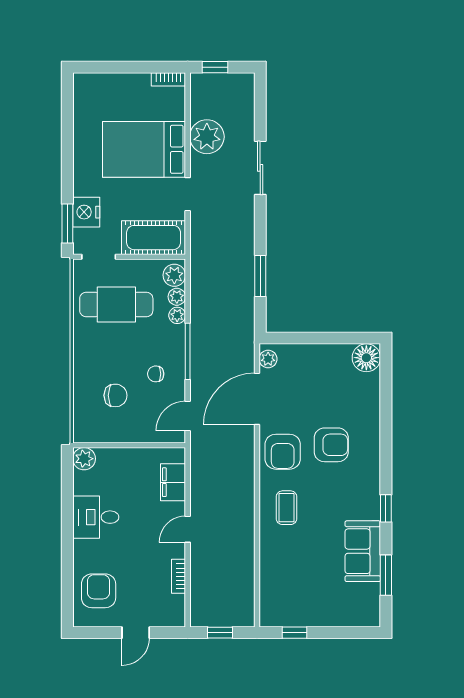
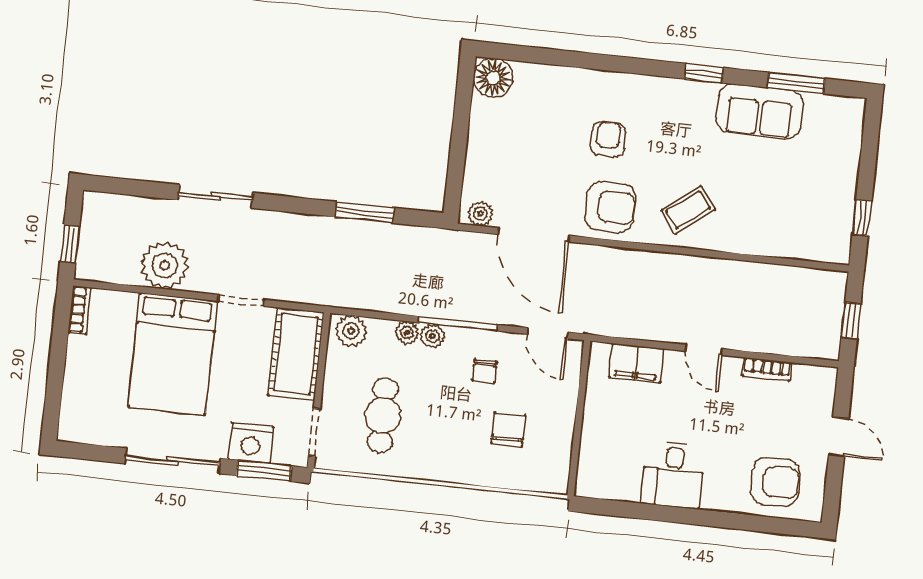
sliding door: (67, 157) -> (173, 461), added
plant: (177, 297) -> (432, 336), moved
cafe table: (116, 305) -> (383, 415), width x0.73, depth x0.74
armchair: (331, 445) -> (608, 139), width x0.72, depth x0.72
plant: (84, 459) -> (591, 482), removed
coffee table: (287, 508) -> (688, 210), turned -38
armchair: (99, 591) -> (775, 482), turned 180

